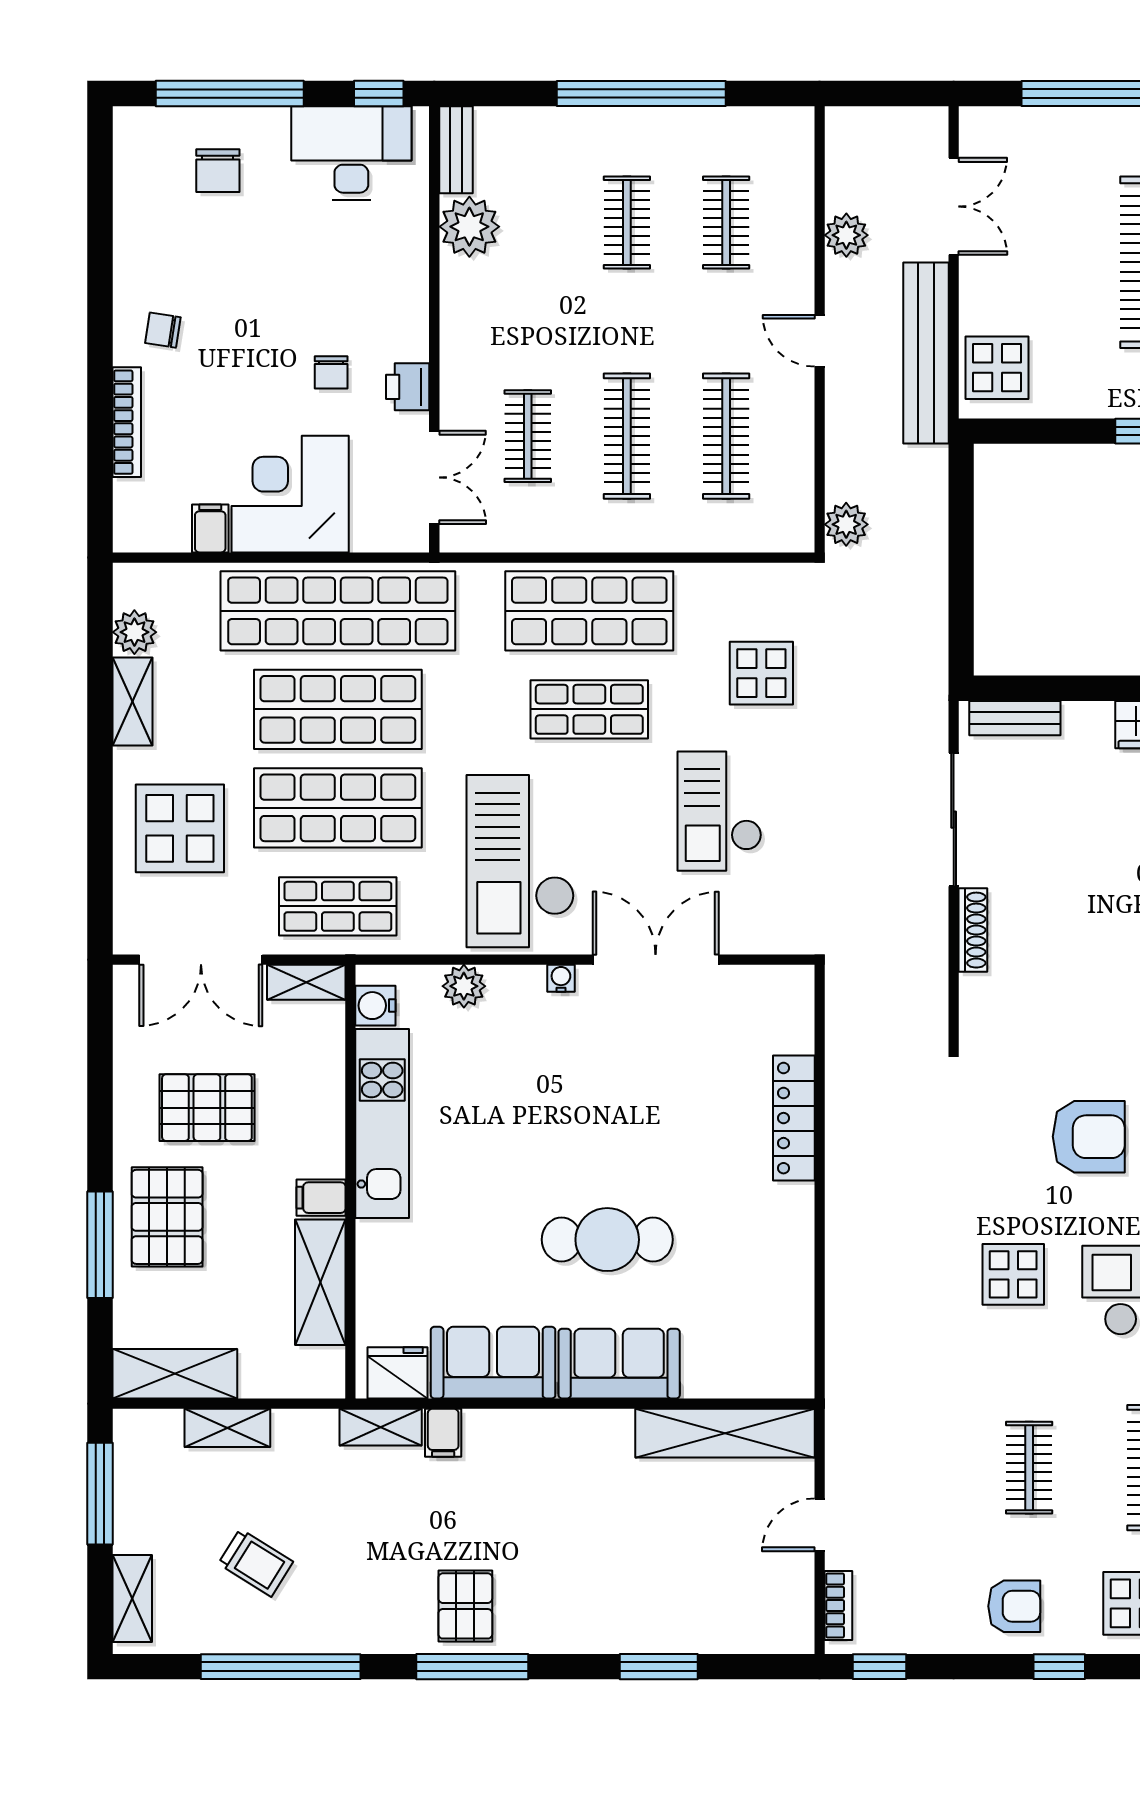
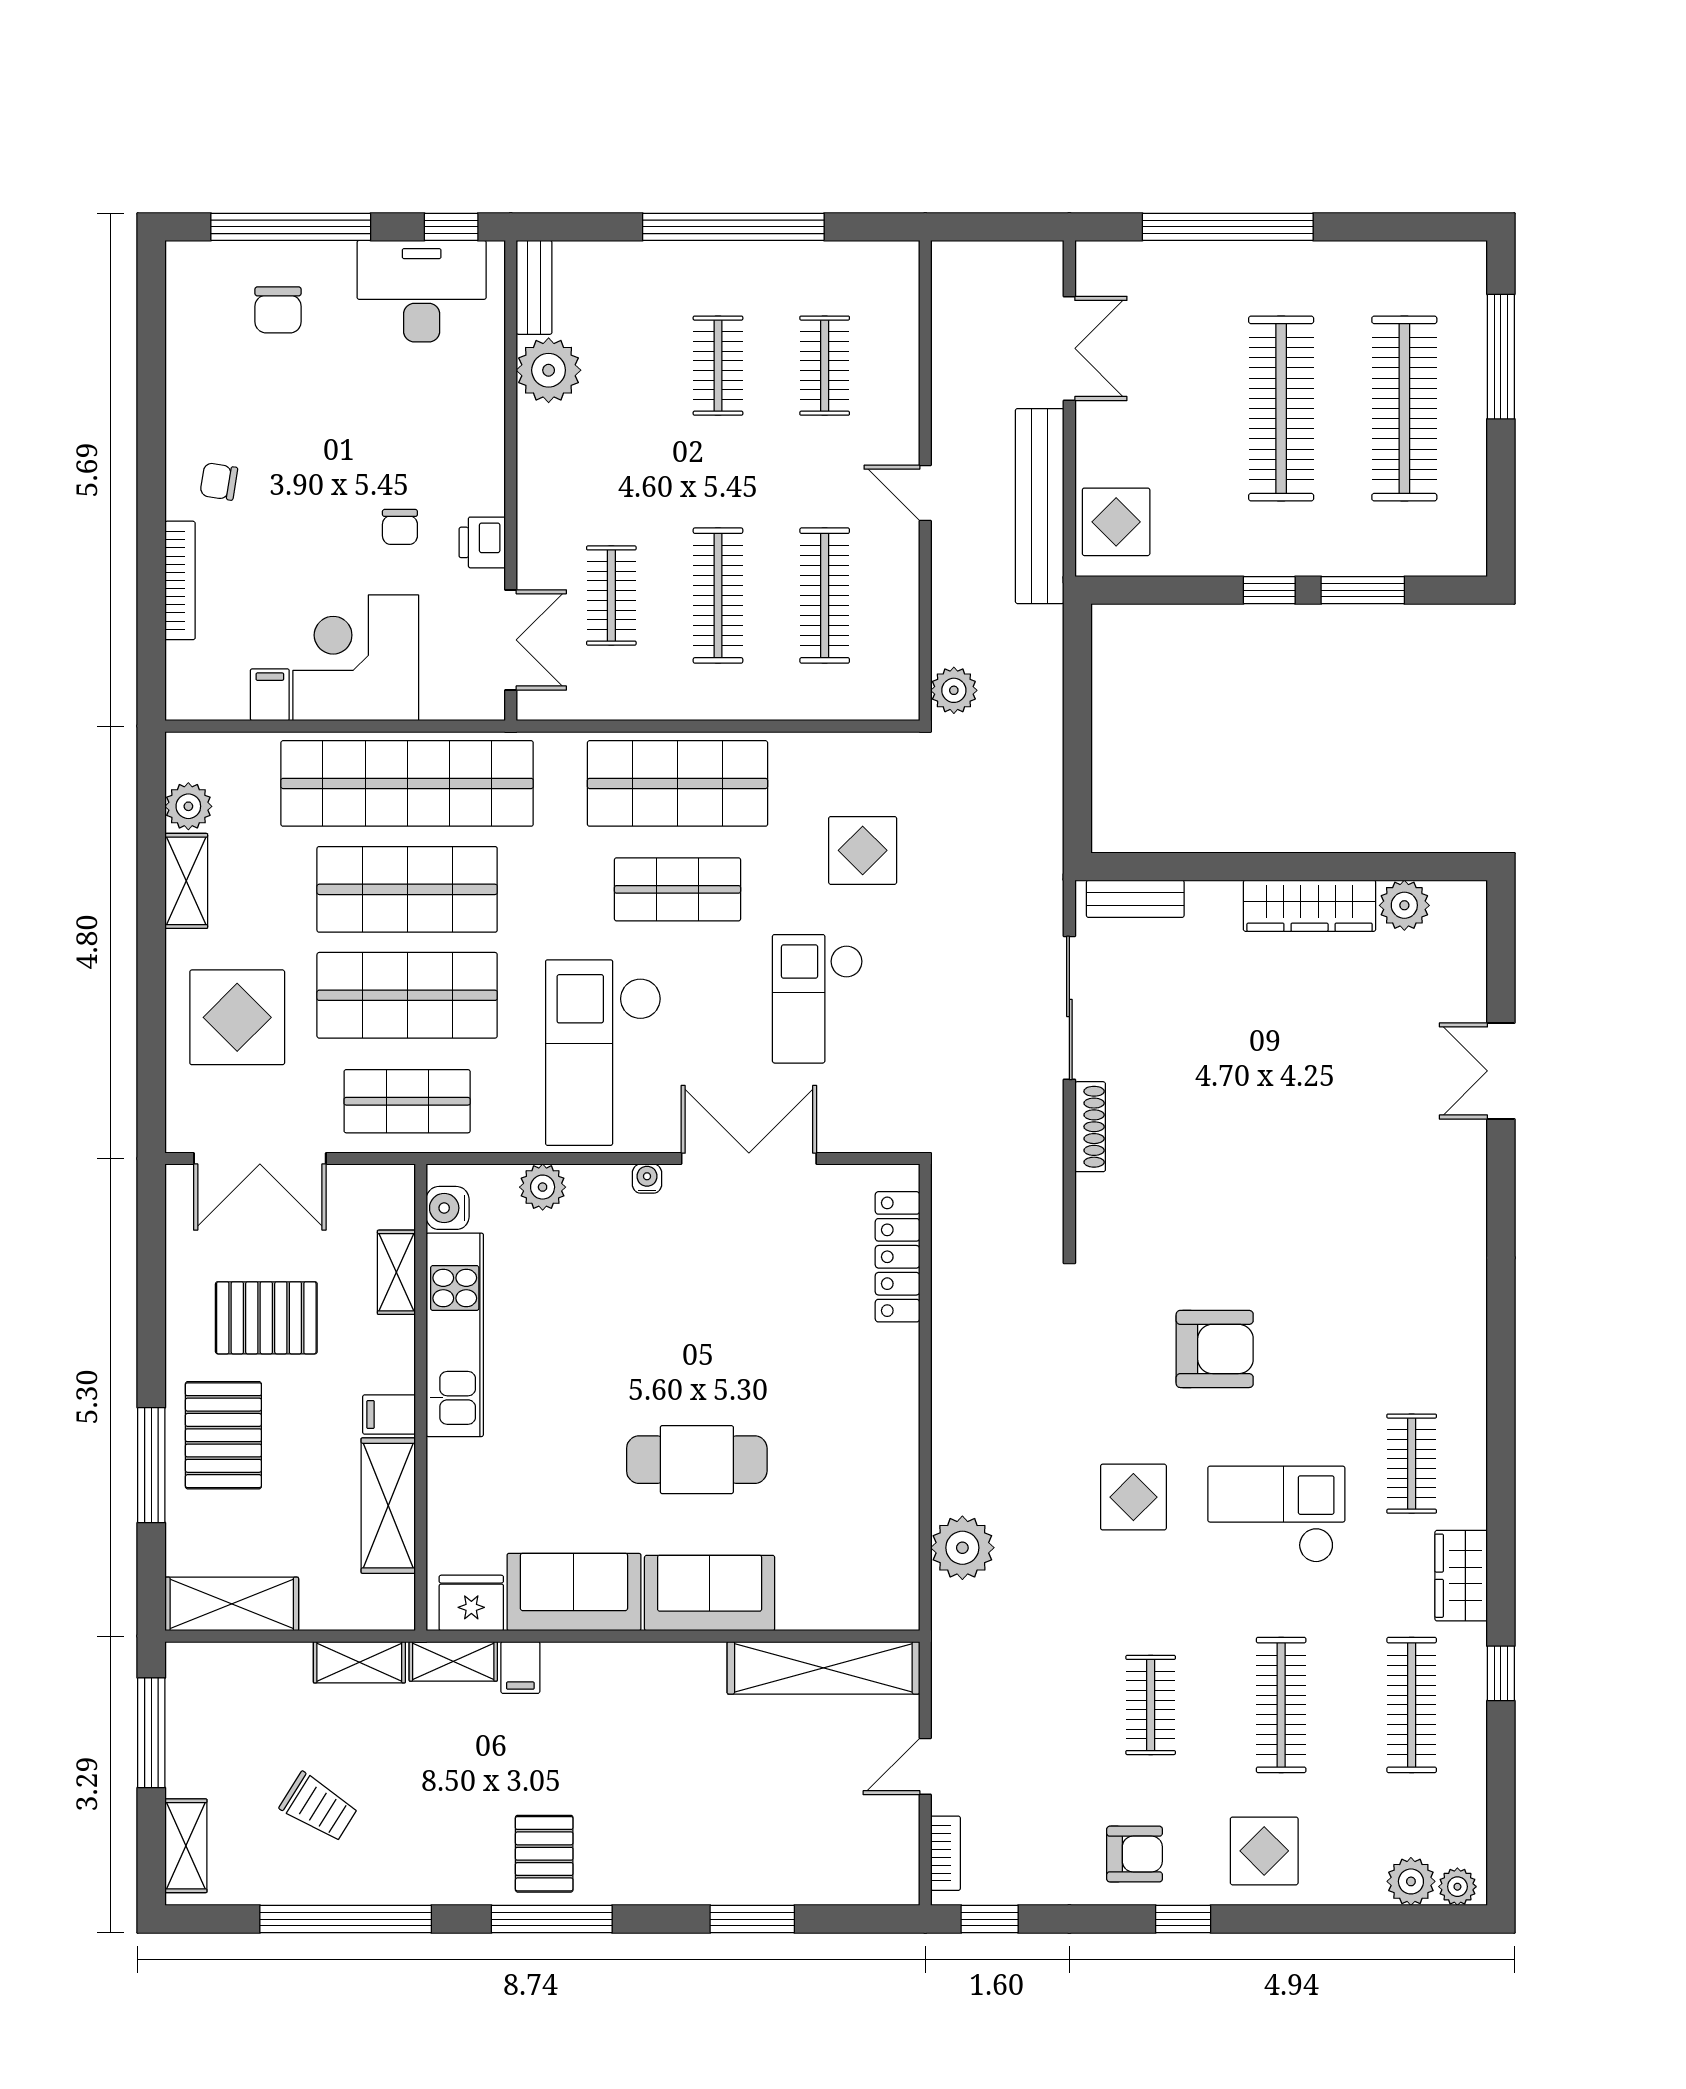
plant: (846, 235) -> (962, 1548), moved, width x1.36, depth x1.36
shelving: (306, 982) -> (396, 1272), moved, turned 90
locker: (794, 1118) -> (898, 1257), moved
shelving: (227, 1428) -> (359, 1662), moved

